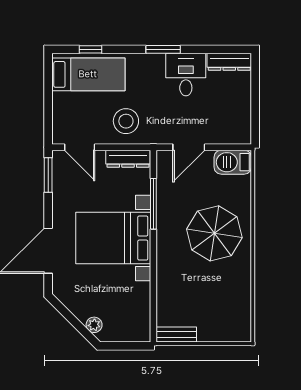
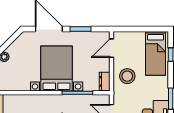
dresser: (128, 159) -> (105, 81), width x0.70
window: (48, 175) -> (81, 29), moved

